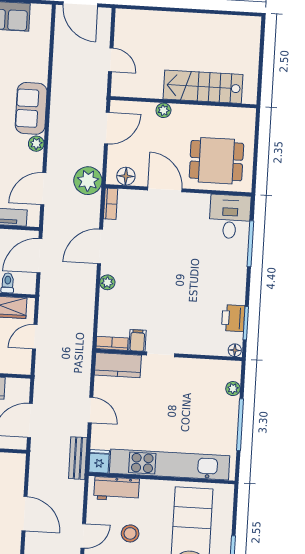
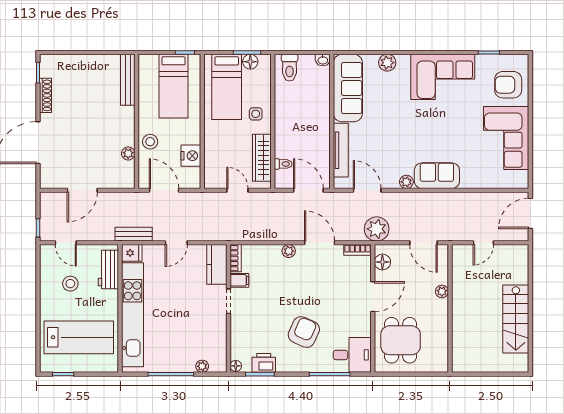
stairs: (203, 87) -> (516, 319), moved, turned 180
armchair: (201, 270) -> (304, 332), added

